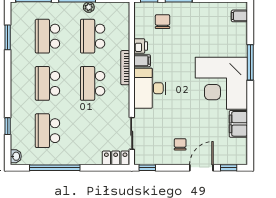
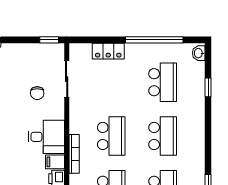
desk: (150, 88) -> (46, 137), width x0.73
chair: (180, 144) -> (37, 93), moved
locker: (116, 158) -> (108, 51), moved

